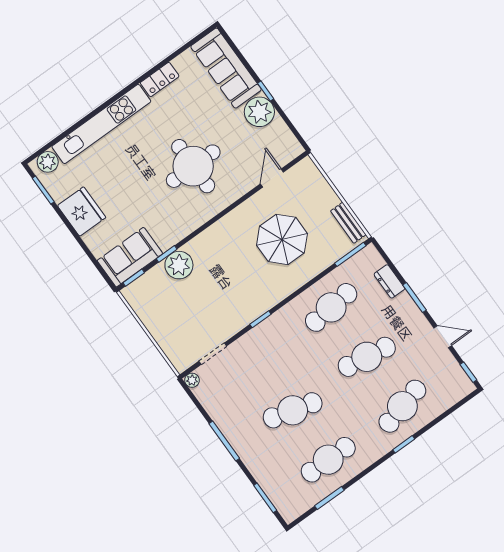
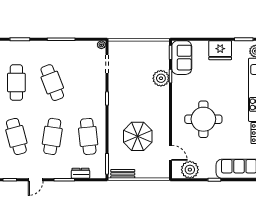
plant: (259, 112) -> (190, 170), moved
cafe table: (293, 410) -> (52, 83), turned -36

